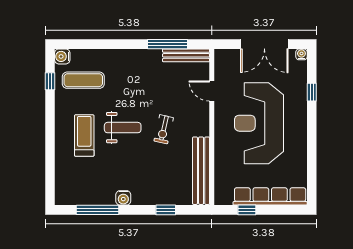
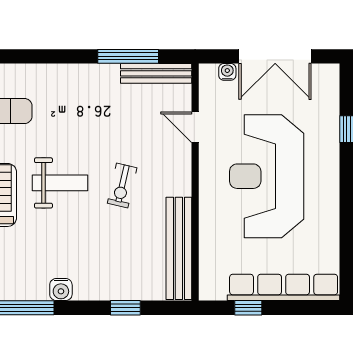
water cooler: (301, 54) -> (227, 72), moved

